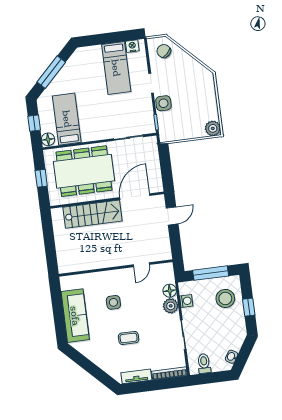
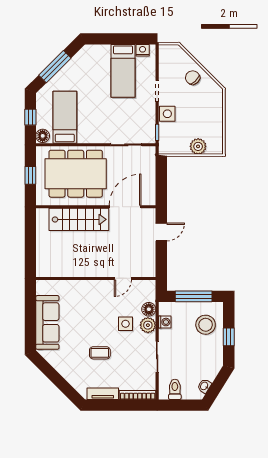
chair: (164, 51) -> (193, 78), moved
plant: (213, 128) -> (198, 146), moved
side table: (113, 302) -> (125, 324), moved

